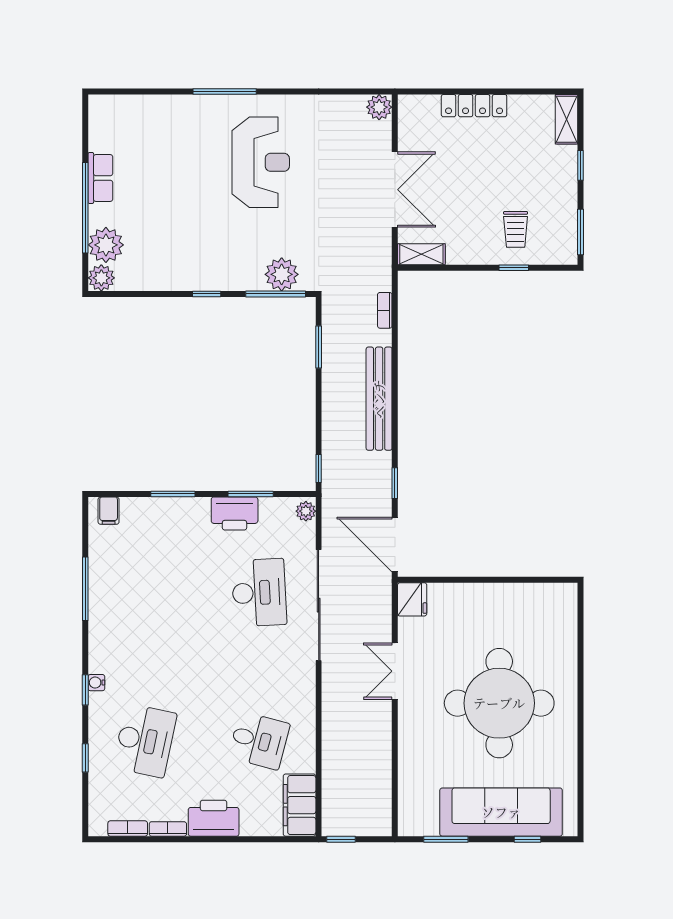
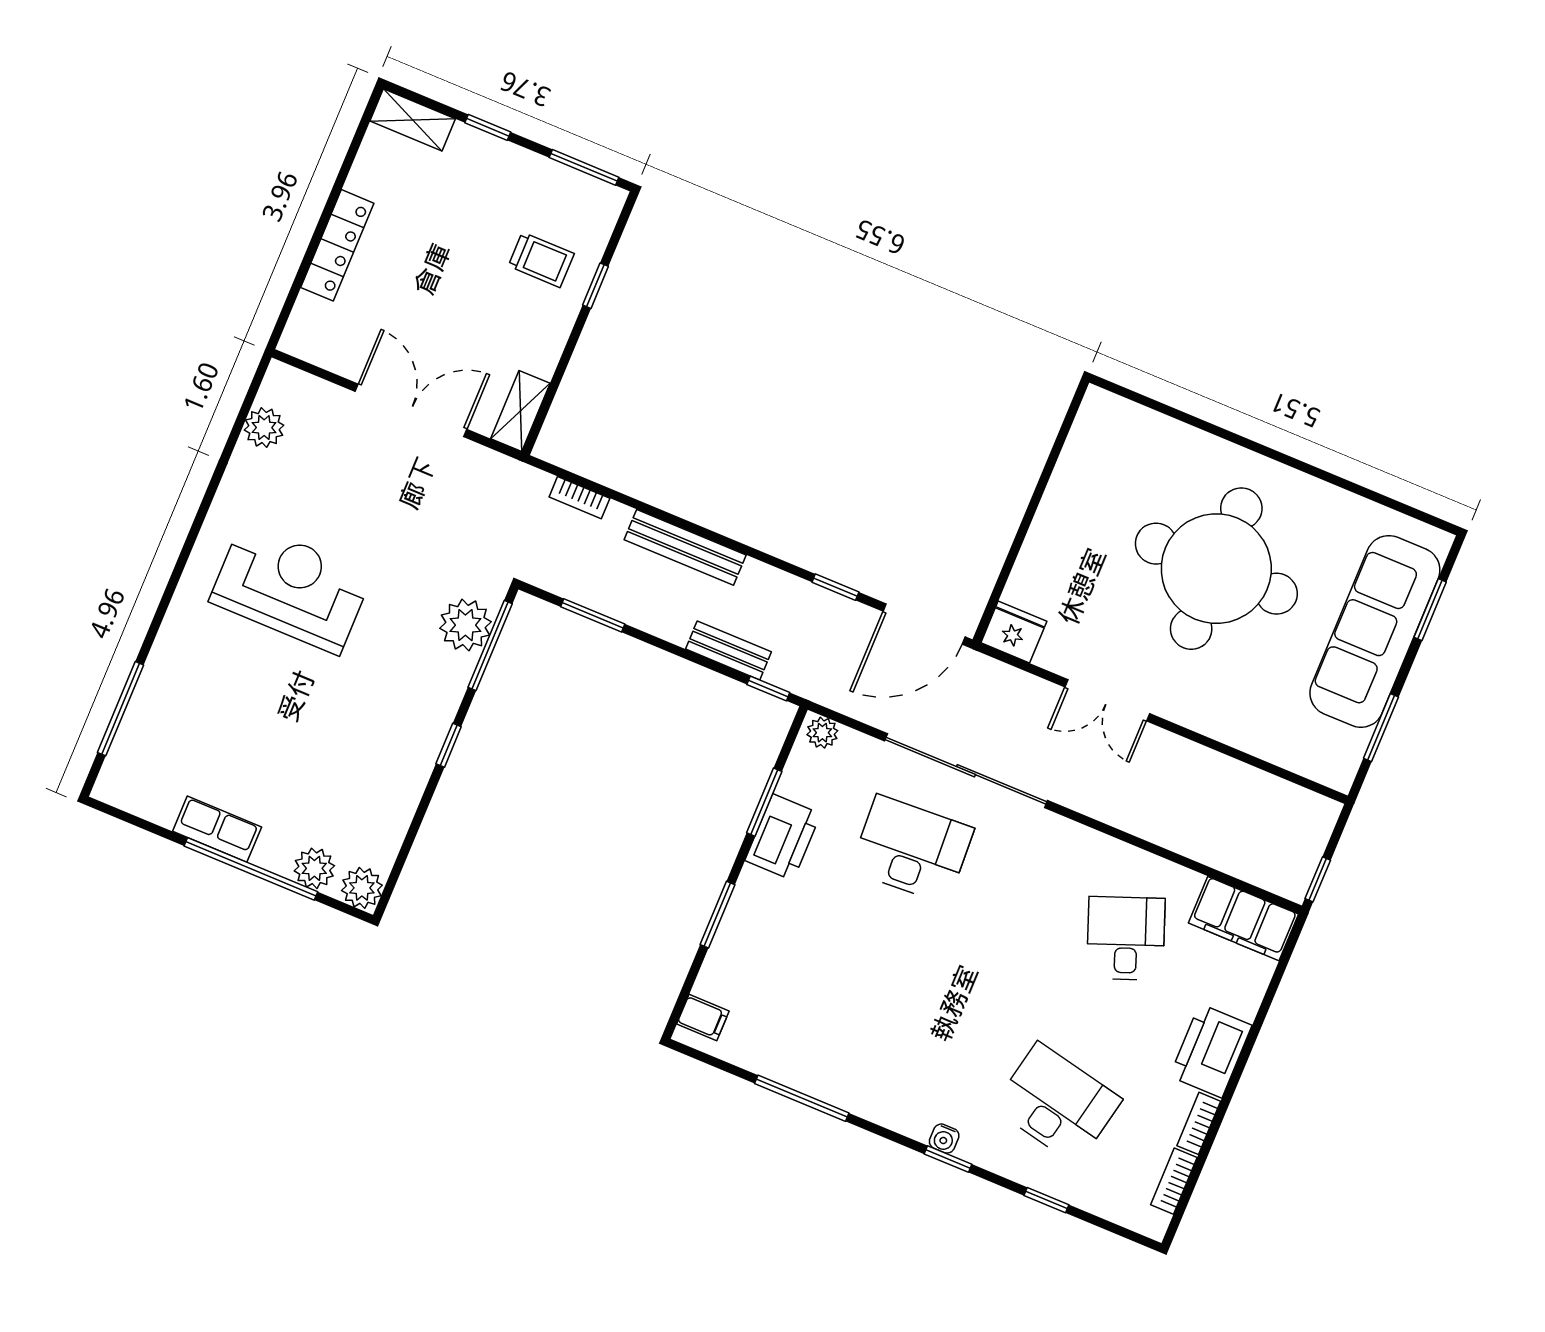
window: (225, 92) -> (120, 709), moved
plant: (379, 107) -> (264, 428), moved
plant: (106, 245) -> (314, 868), width x0.73, depth x0.73
bench: (379, 399) -> (685, 547), width x0.73, depth x0.82
bench: (331, 436) -> (728, 650), added
desk: (259, 741) -> (1126, 938), turned -36
window: (527, 839) -> (1430, 610), width x1.50

